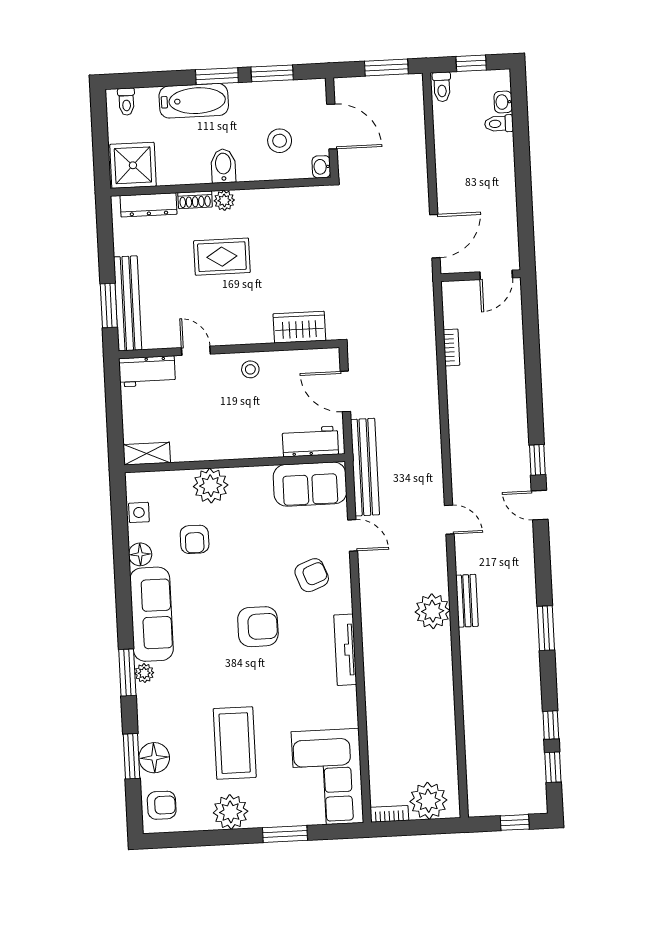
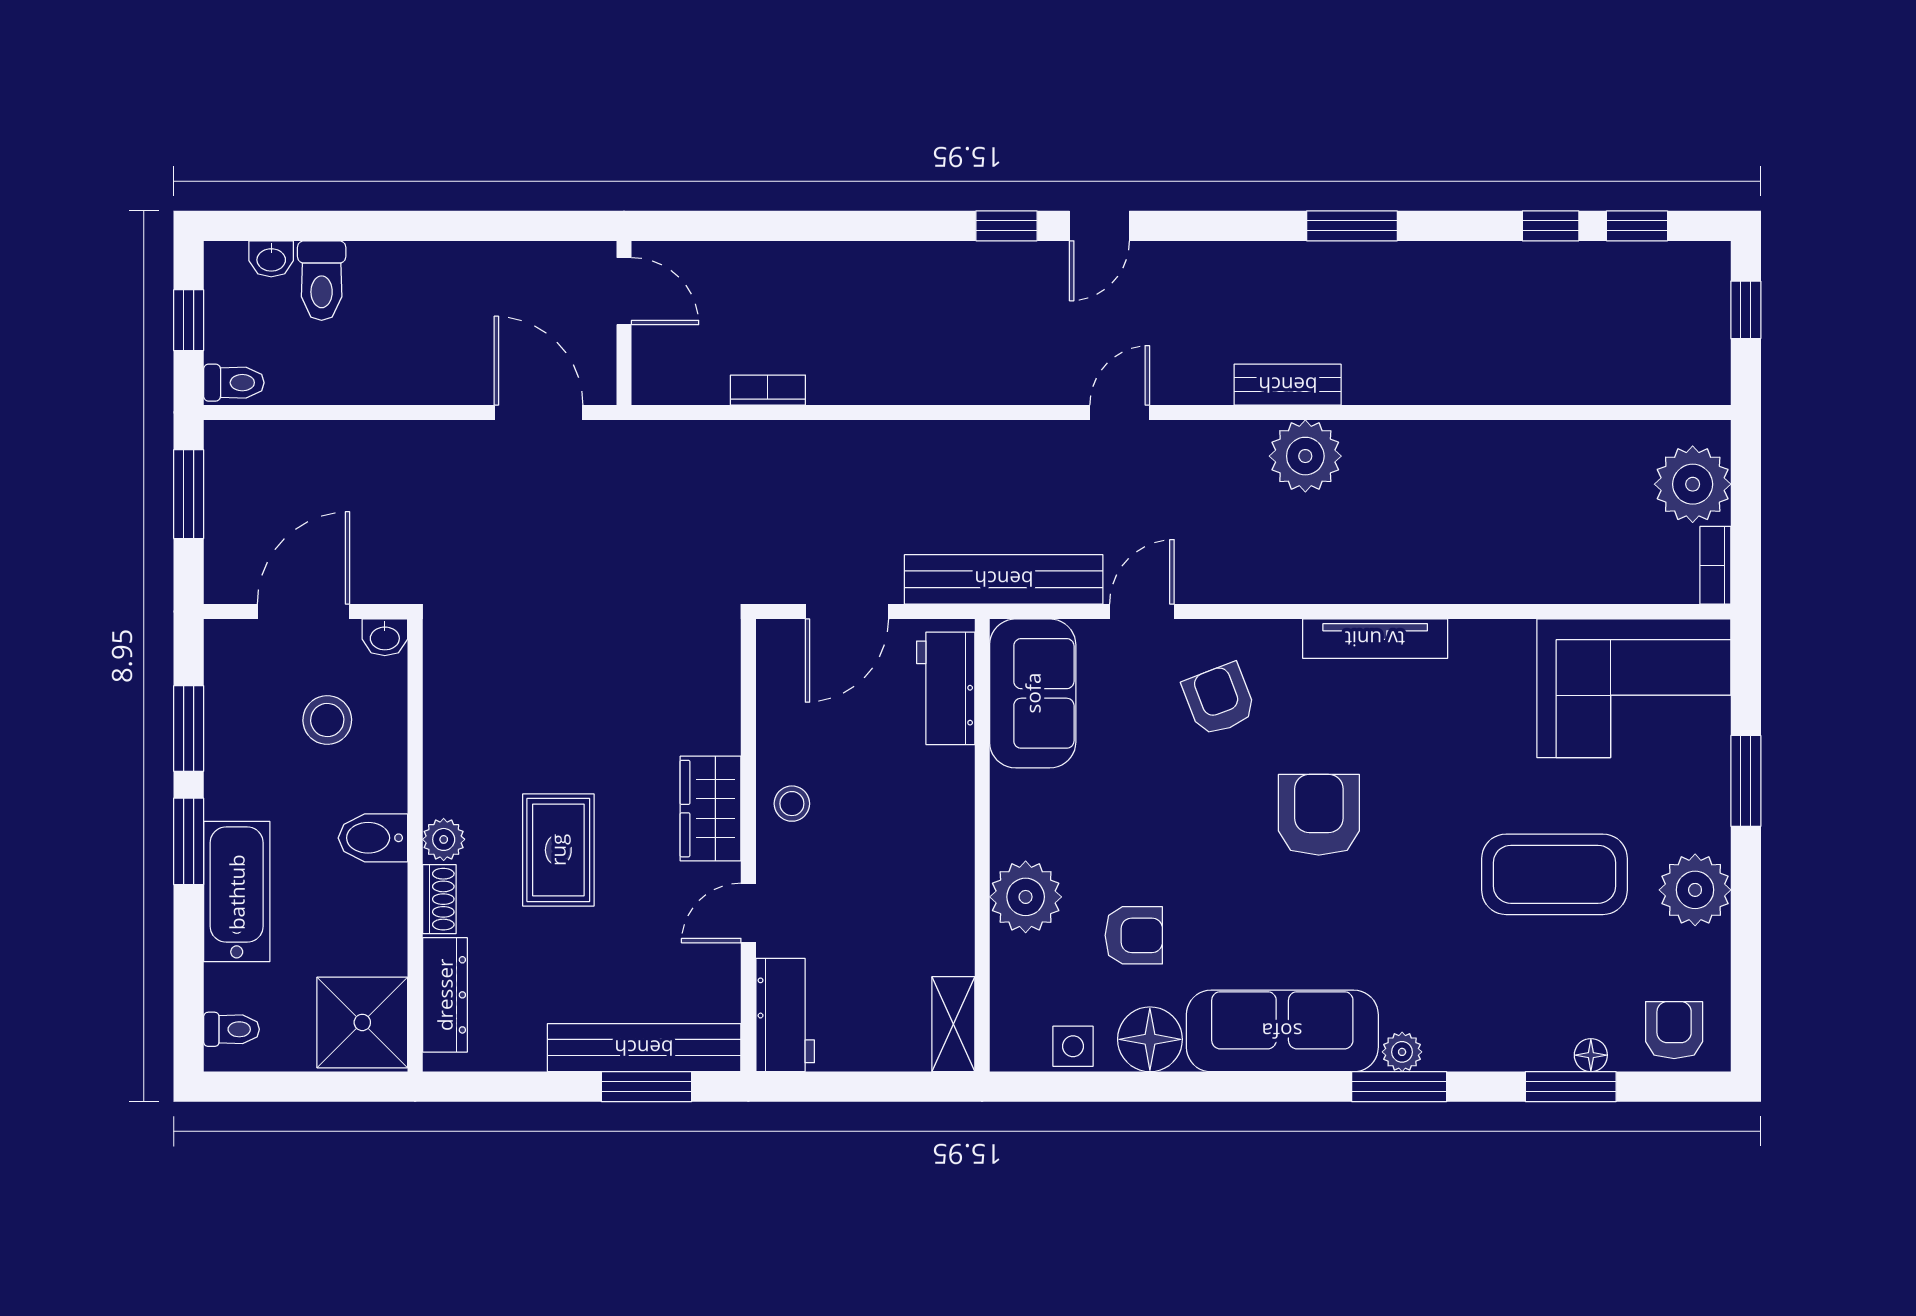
toilet: (499, 124) -> (322, 281), width x1.37, depth x1.39
wardrobe: (299, 327) -> (711, 809), moved
floor lamp: (140, 554) -> (1150, 1039), width x1.38, depth x1.38
floor lamp: (154, 758) -> (1591, 1055), width x0.53, depth x0.53

